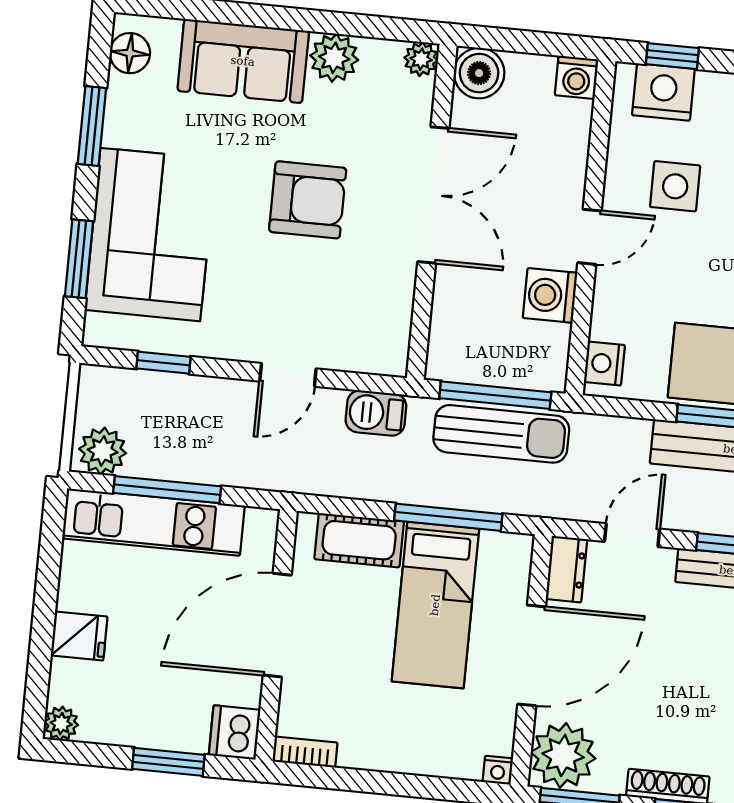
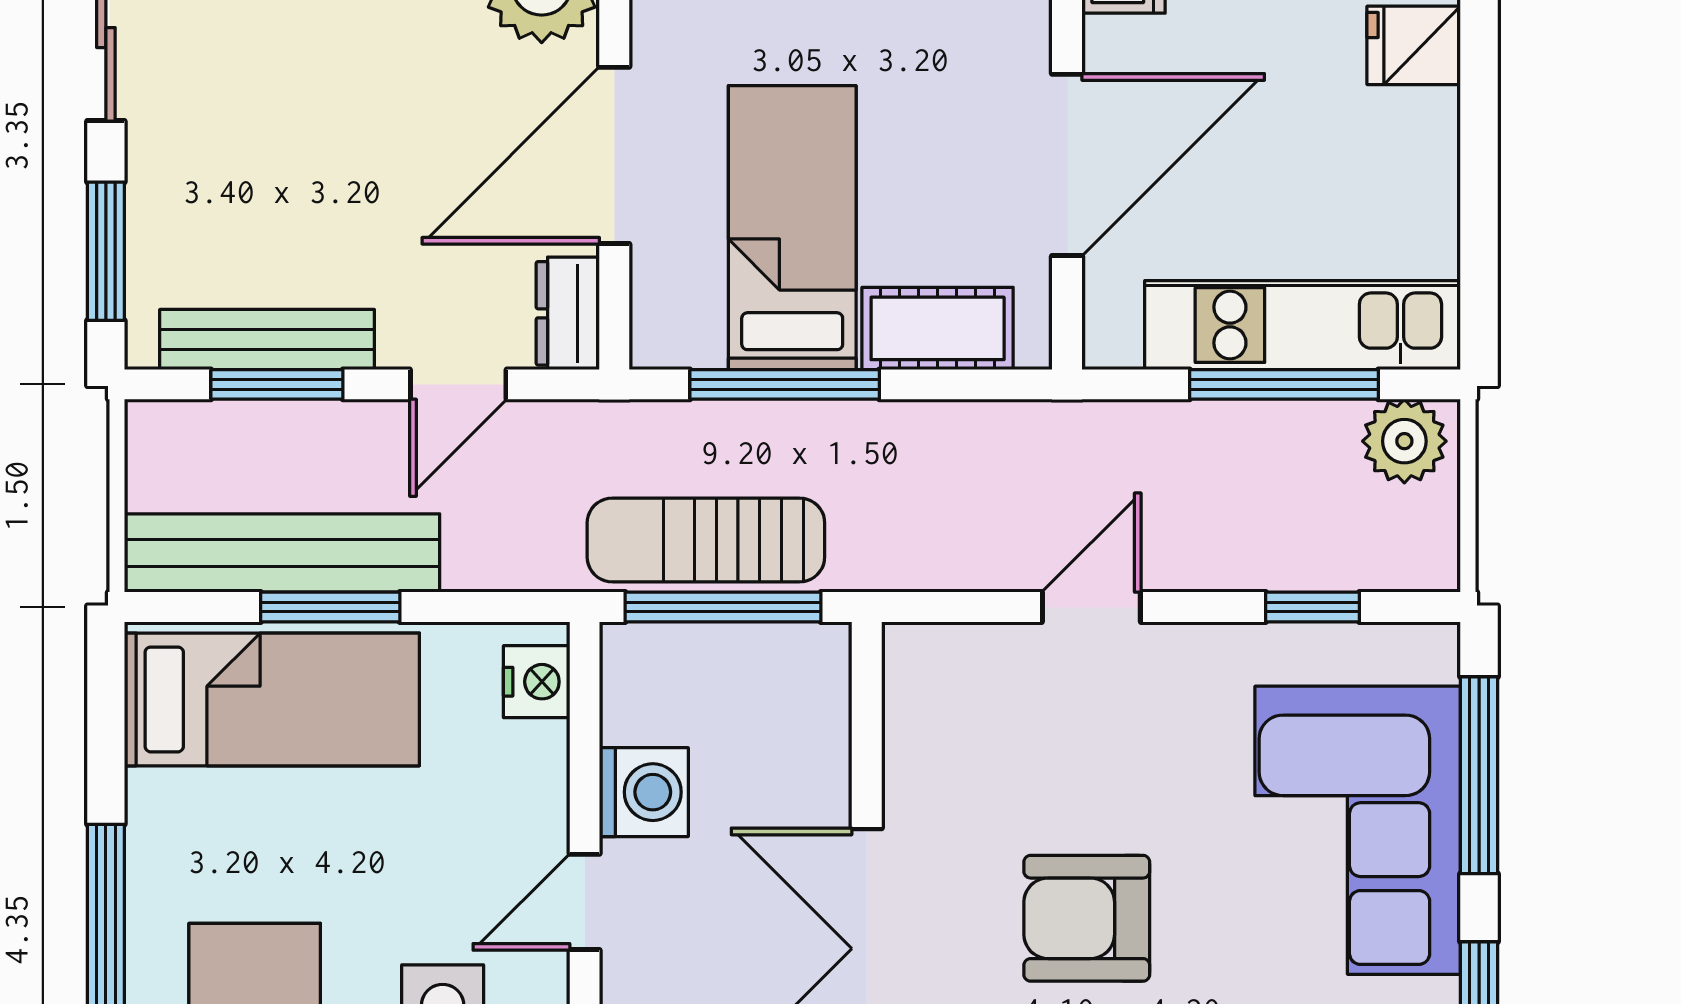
window: (79, 259) -> (1479, 775), width x1.44
barbecue: (376, 413) -> (930, 555), removed
fridge: (79, 636) -> (1414, 45), moved

